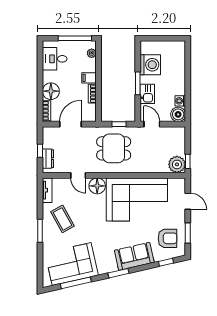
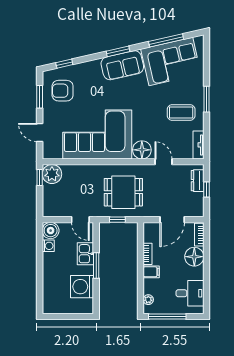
coffee table: (63, 219) -> (181, 112), turned -61
sofa: (134, 256) -> (122, 65), moved

